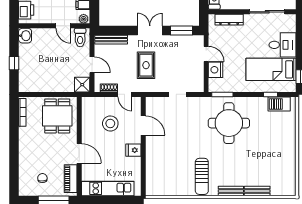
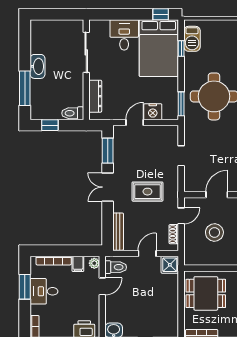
bed: (271, 69) -> (159, 48), width x1.50

